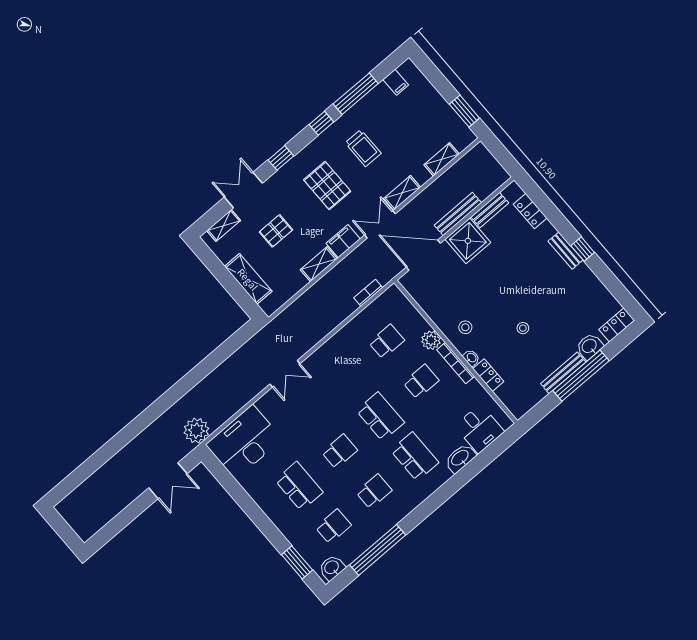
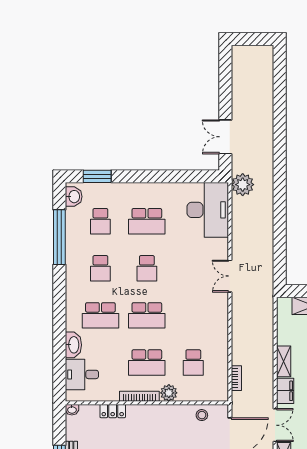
stool: (465, 327) -> (202, 415), moved
washbasin: (471, 358) -> (72, 410), moved
school desk: (421, 382) -> (147, 362), width x1.85

